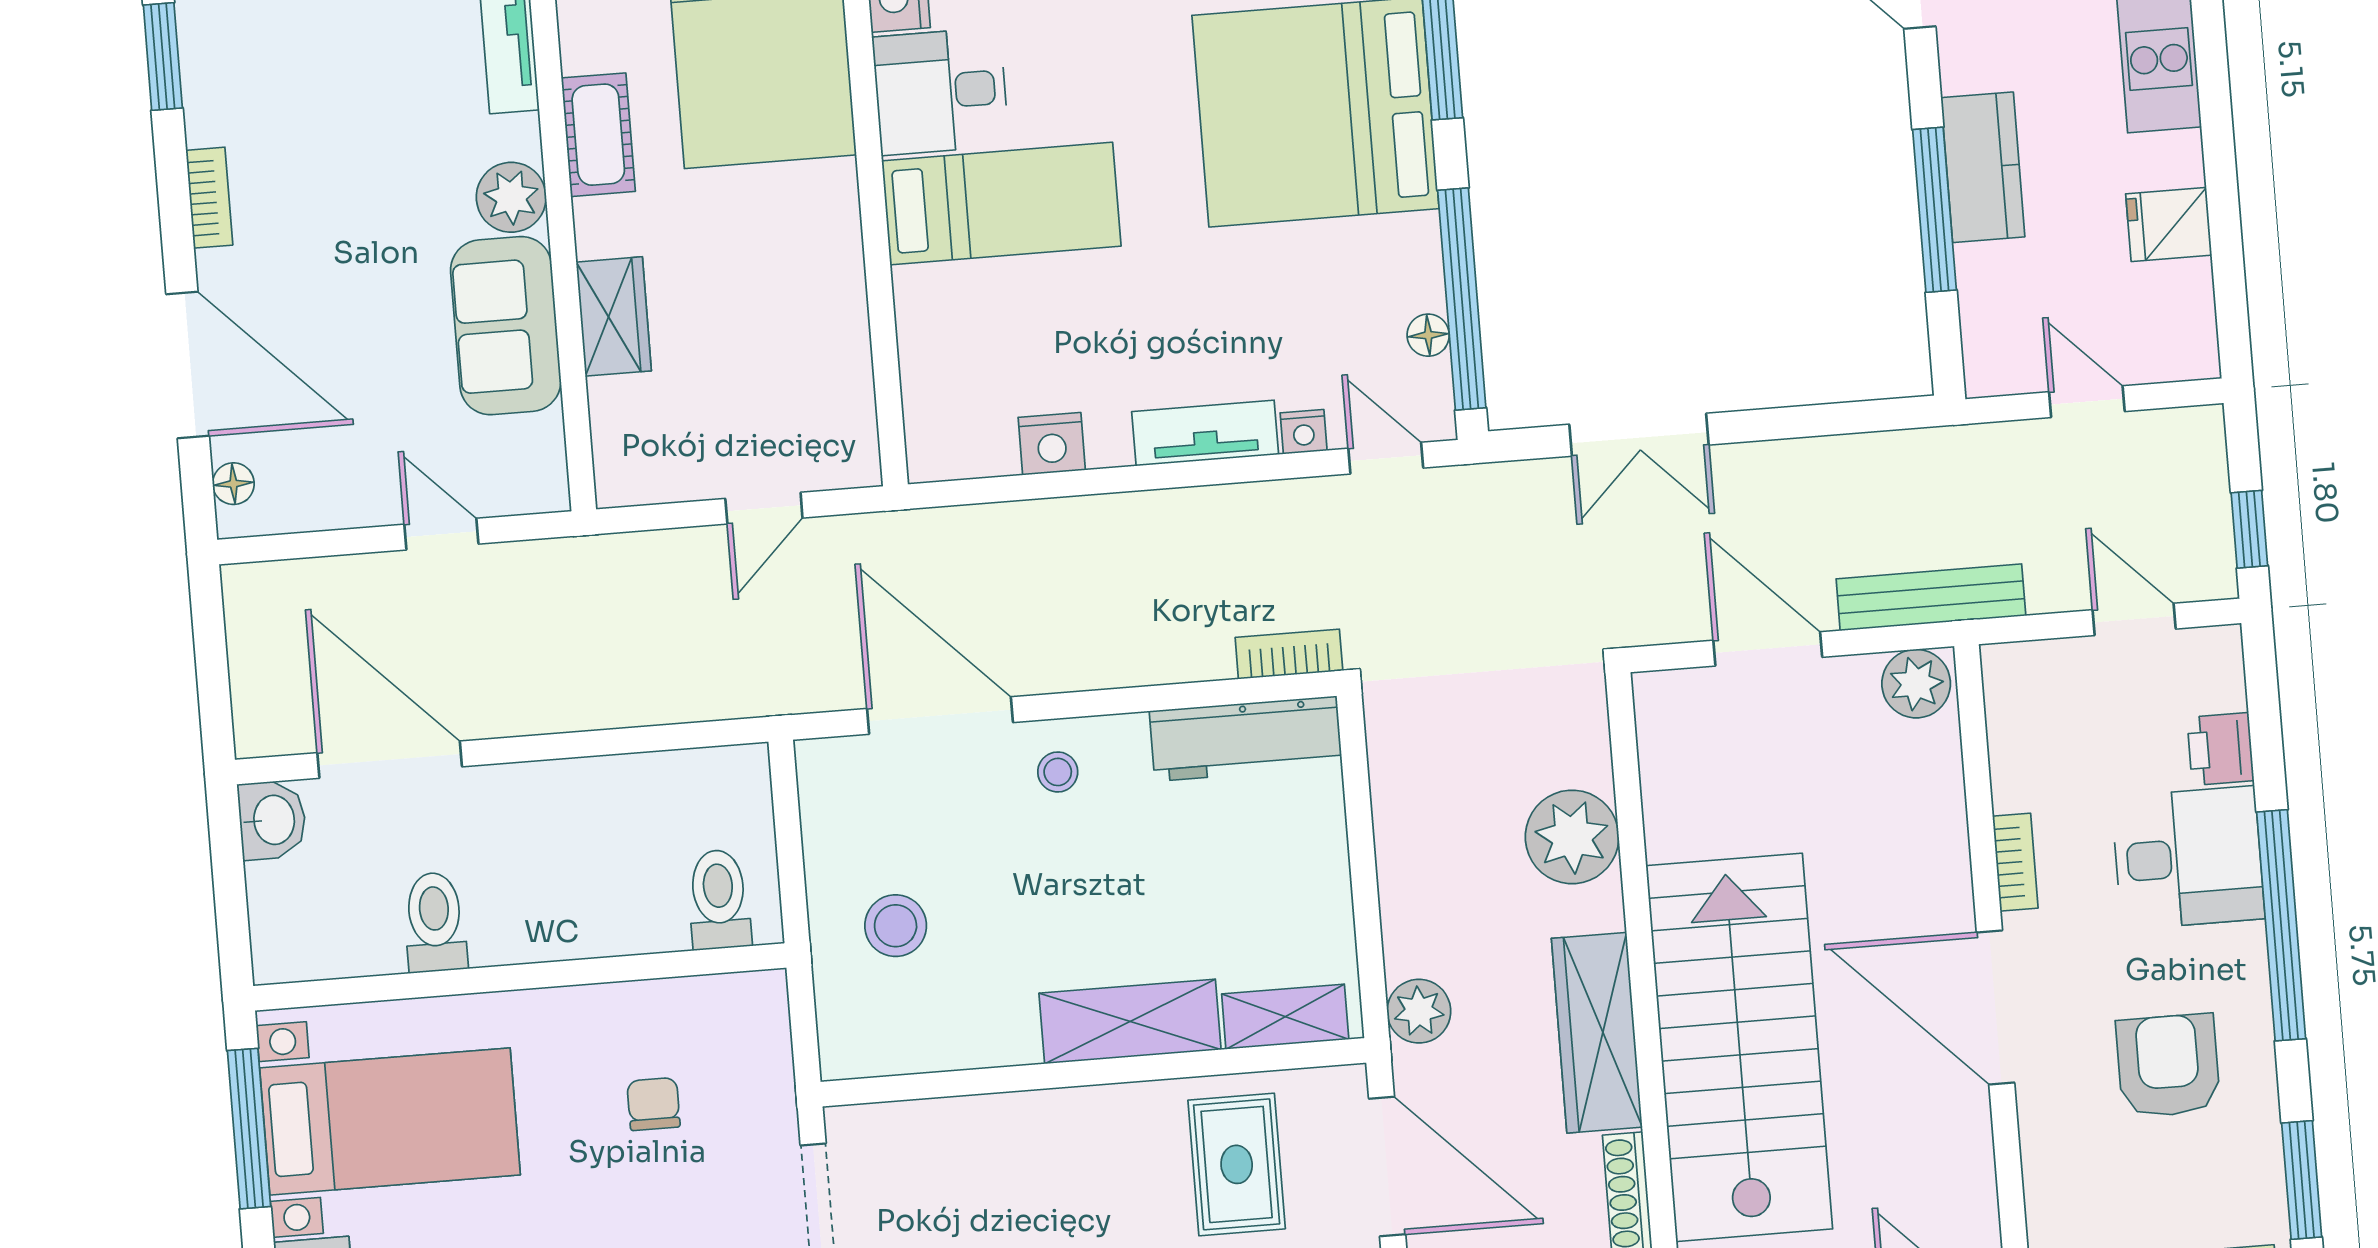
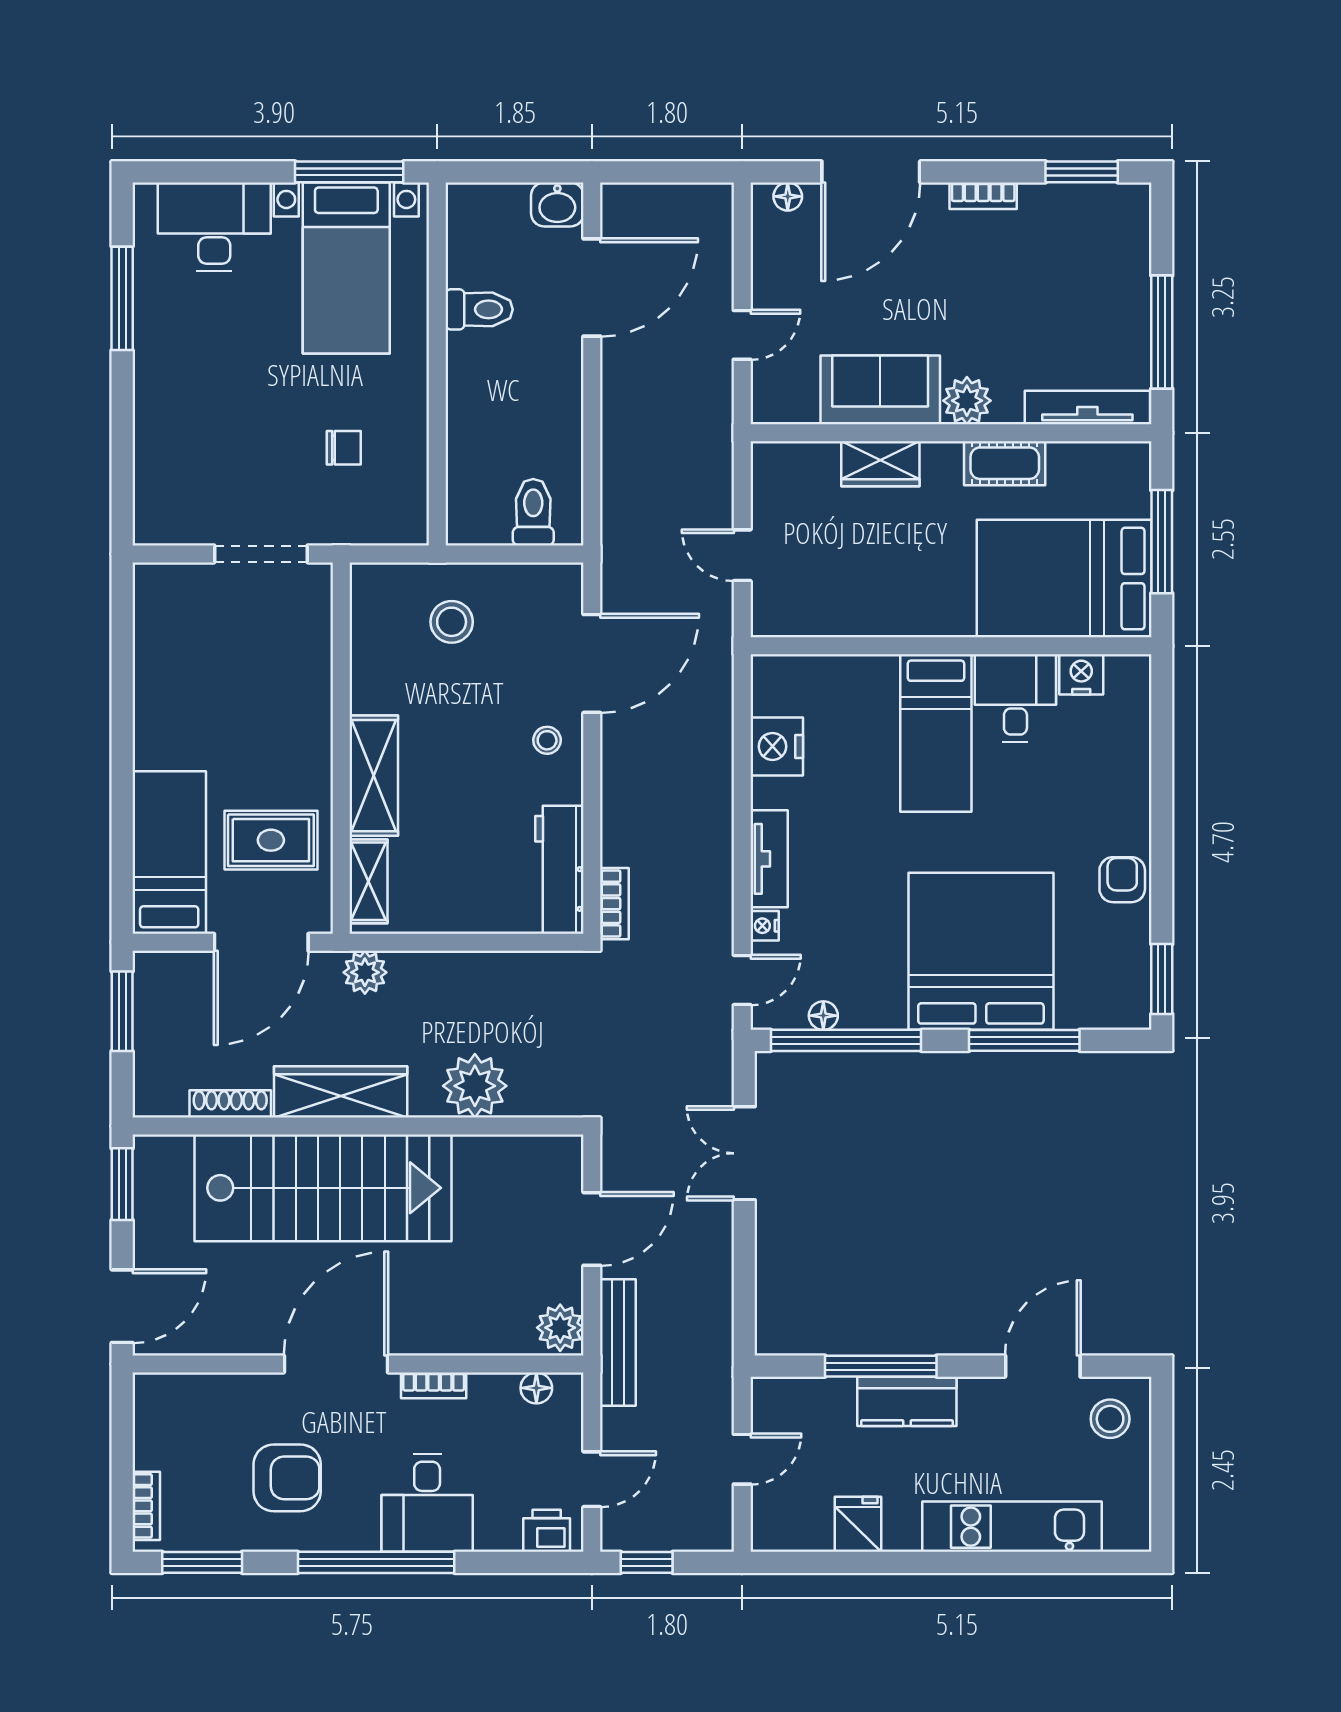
nightstand: (1052, 444) -> (777, 746), width x1.36, depth x1.33
floor lamp: (2007, 711) -> (536, 1388), added
printer: (2220, 749) -> (547, 1531), moved
toilet: (719, 899) -> (533, 512), moved, turned -90

